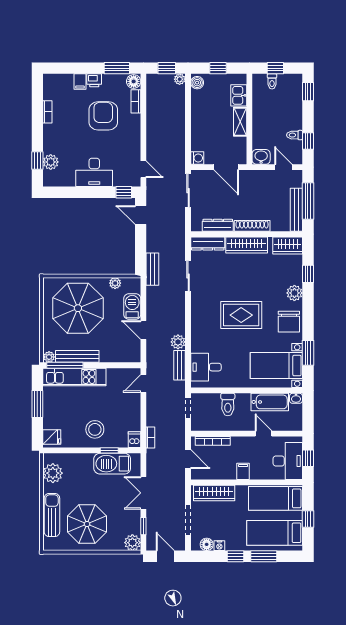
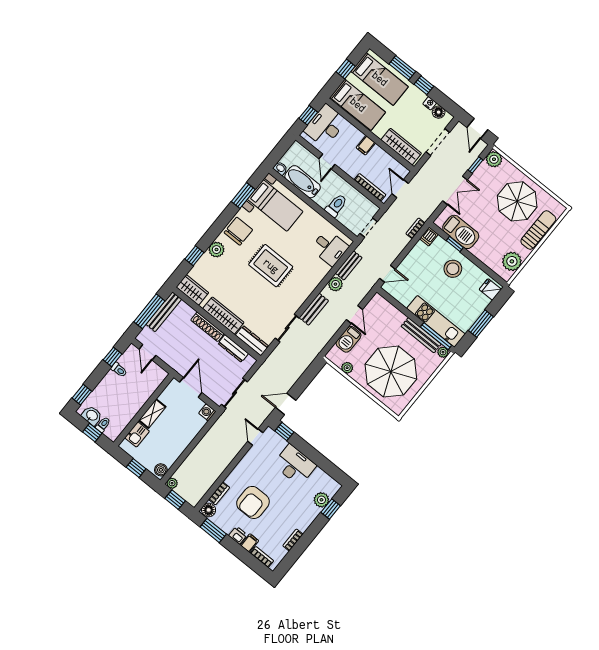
bookcase: (61, 78) -> (262, 557), added
washbasin: (261, 157) -> (92, 416), moved, turned 180
door: (141, 215) -> (286, 404), swing flipped
bench: (152, 269) -> (314, 309), moved
sun lounger: (52, 515) -> (538, 230), turned 180

